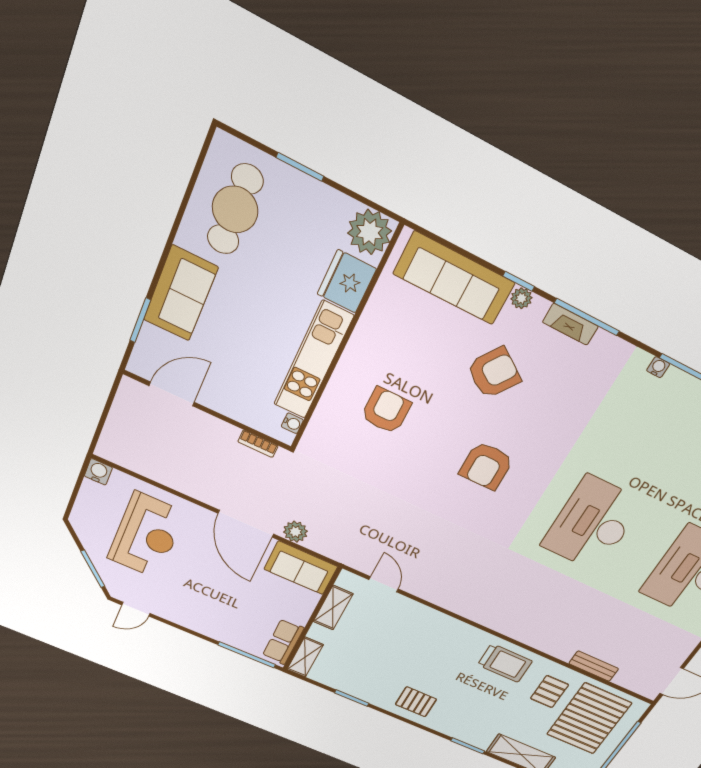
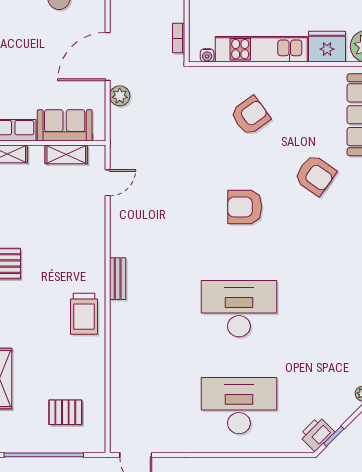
armchair: (386, 411) -> (250, 116), turned -36
sofa: (301, 568) -> (65, 125), moved, turned 90
bench: (594, 666) -> (118, 279), moved
pallet: (549, 692) -> (75, 365), removed
pallet: (589, 719) -> (65, 412), width x0.49, depth x0.50

